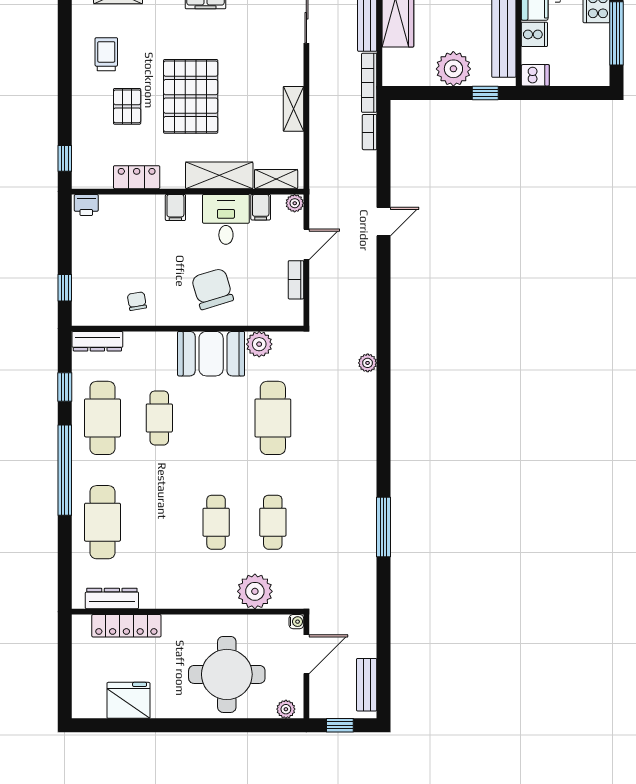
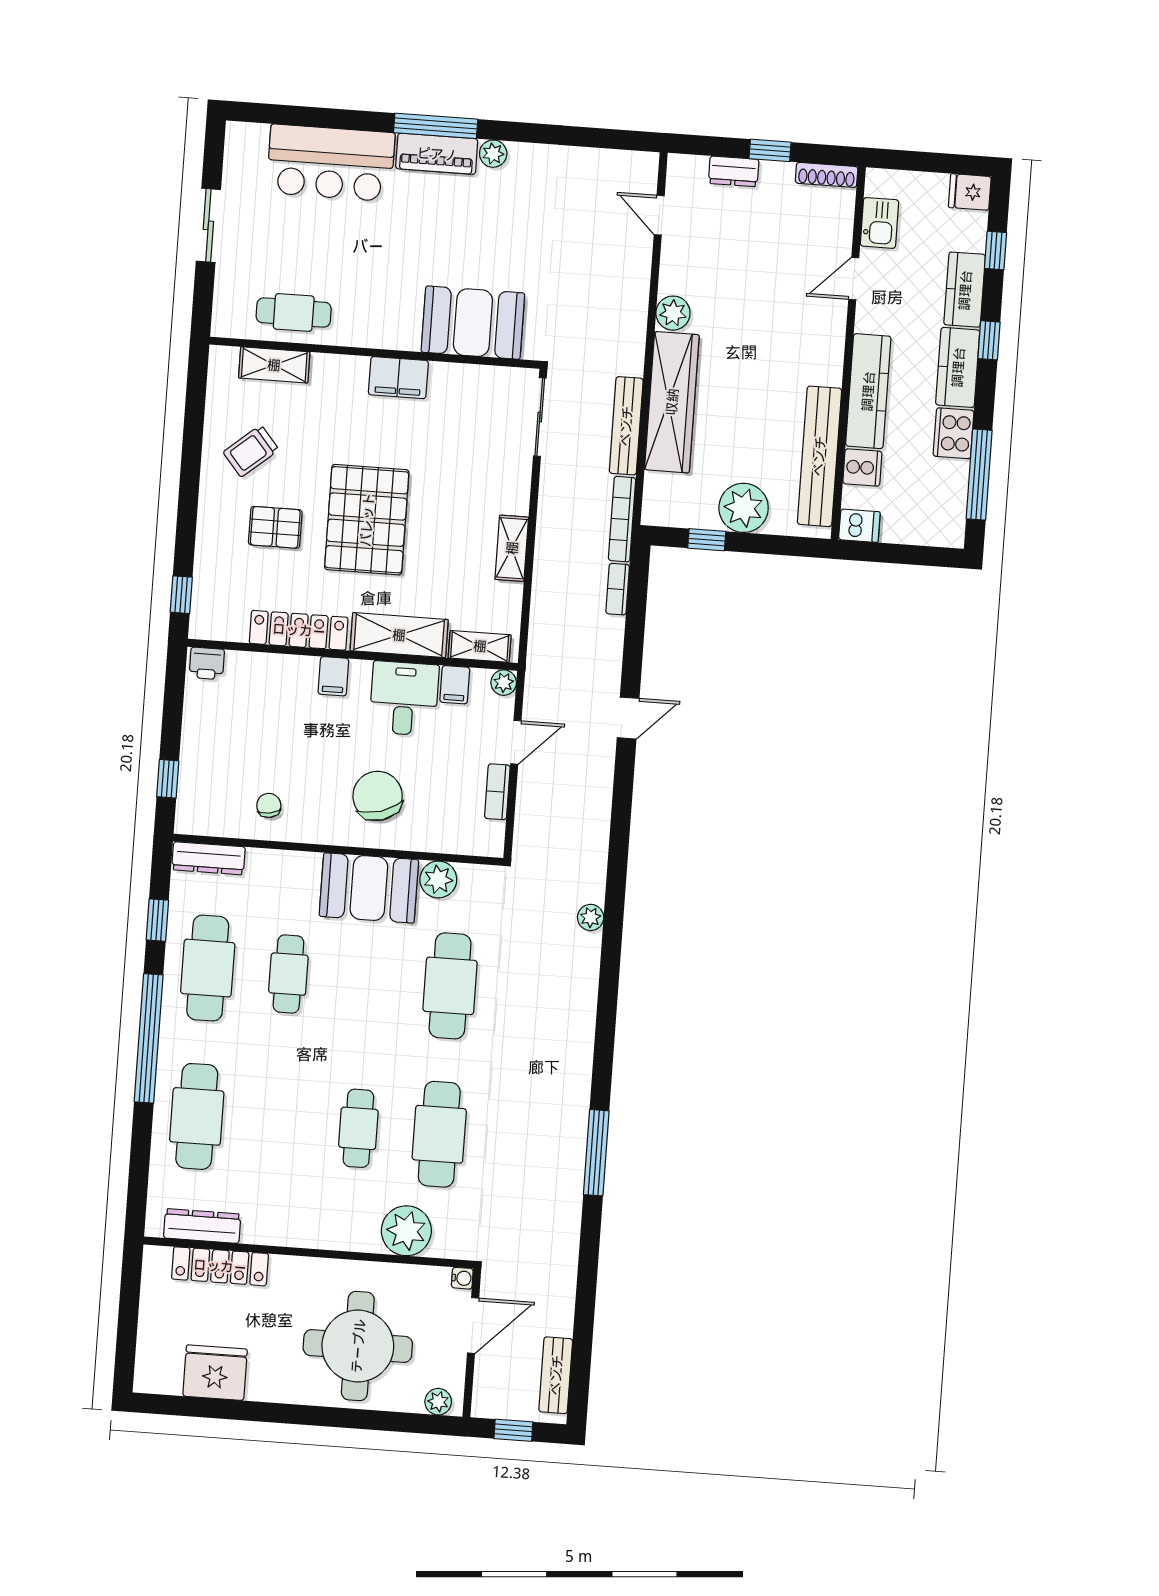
trolley: (106, 54) -> (251, 451), turned -130
window: (485, 93) -> (707, 540), moved
pallet: (127, 106) -> (275, 527), turned 90
locker: (137, 177) -> (299, 630), width x1.53
cafe table: (273, 522) -> (439, 1134), width x1.37, depth x1.35

